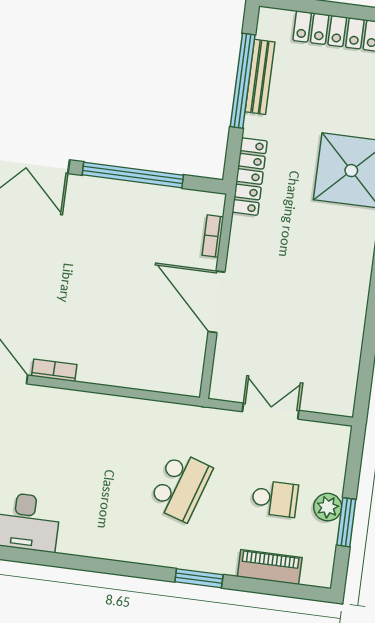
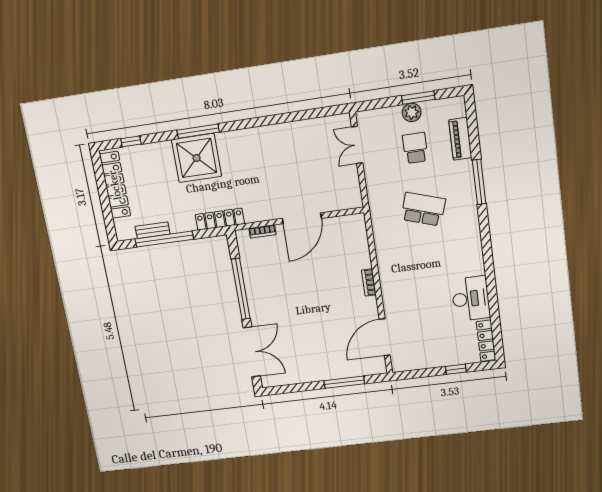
bench: (260, 77) -> (153, 230), width x0.73
bookcase: (54, 370) -> (369, 282), moved
double door: (271, 411) -> (357, 145), moved
window: (199, 578) -> (479, 182), width x1.44

